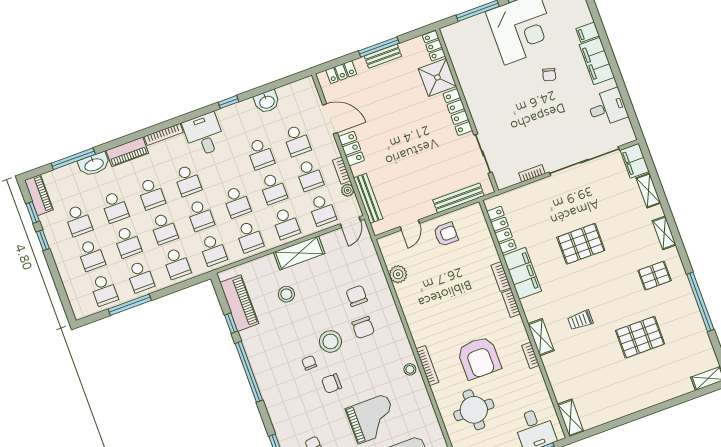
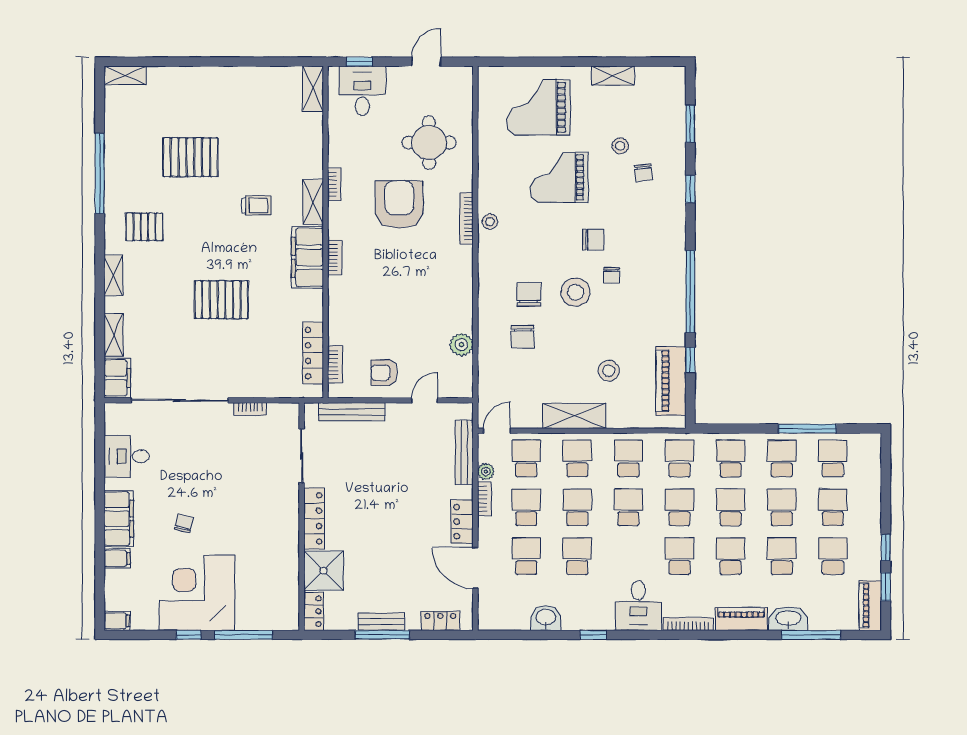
filing cabinet: (522, 273) -> (307, 257), moved
bookcase: (501, 277) -> (335, 364), moved

